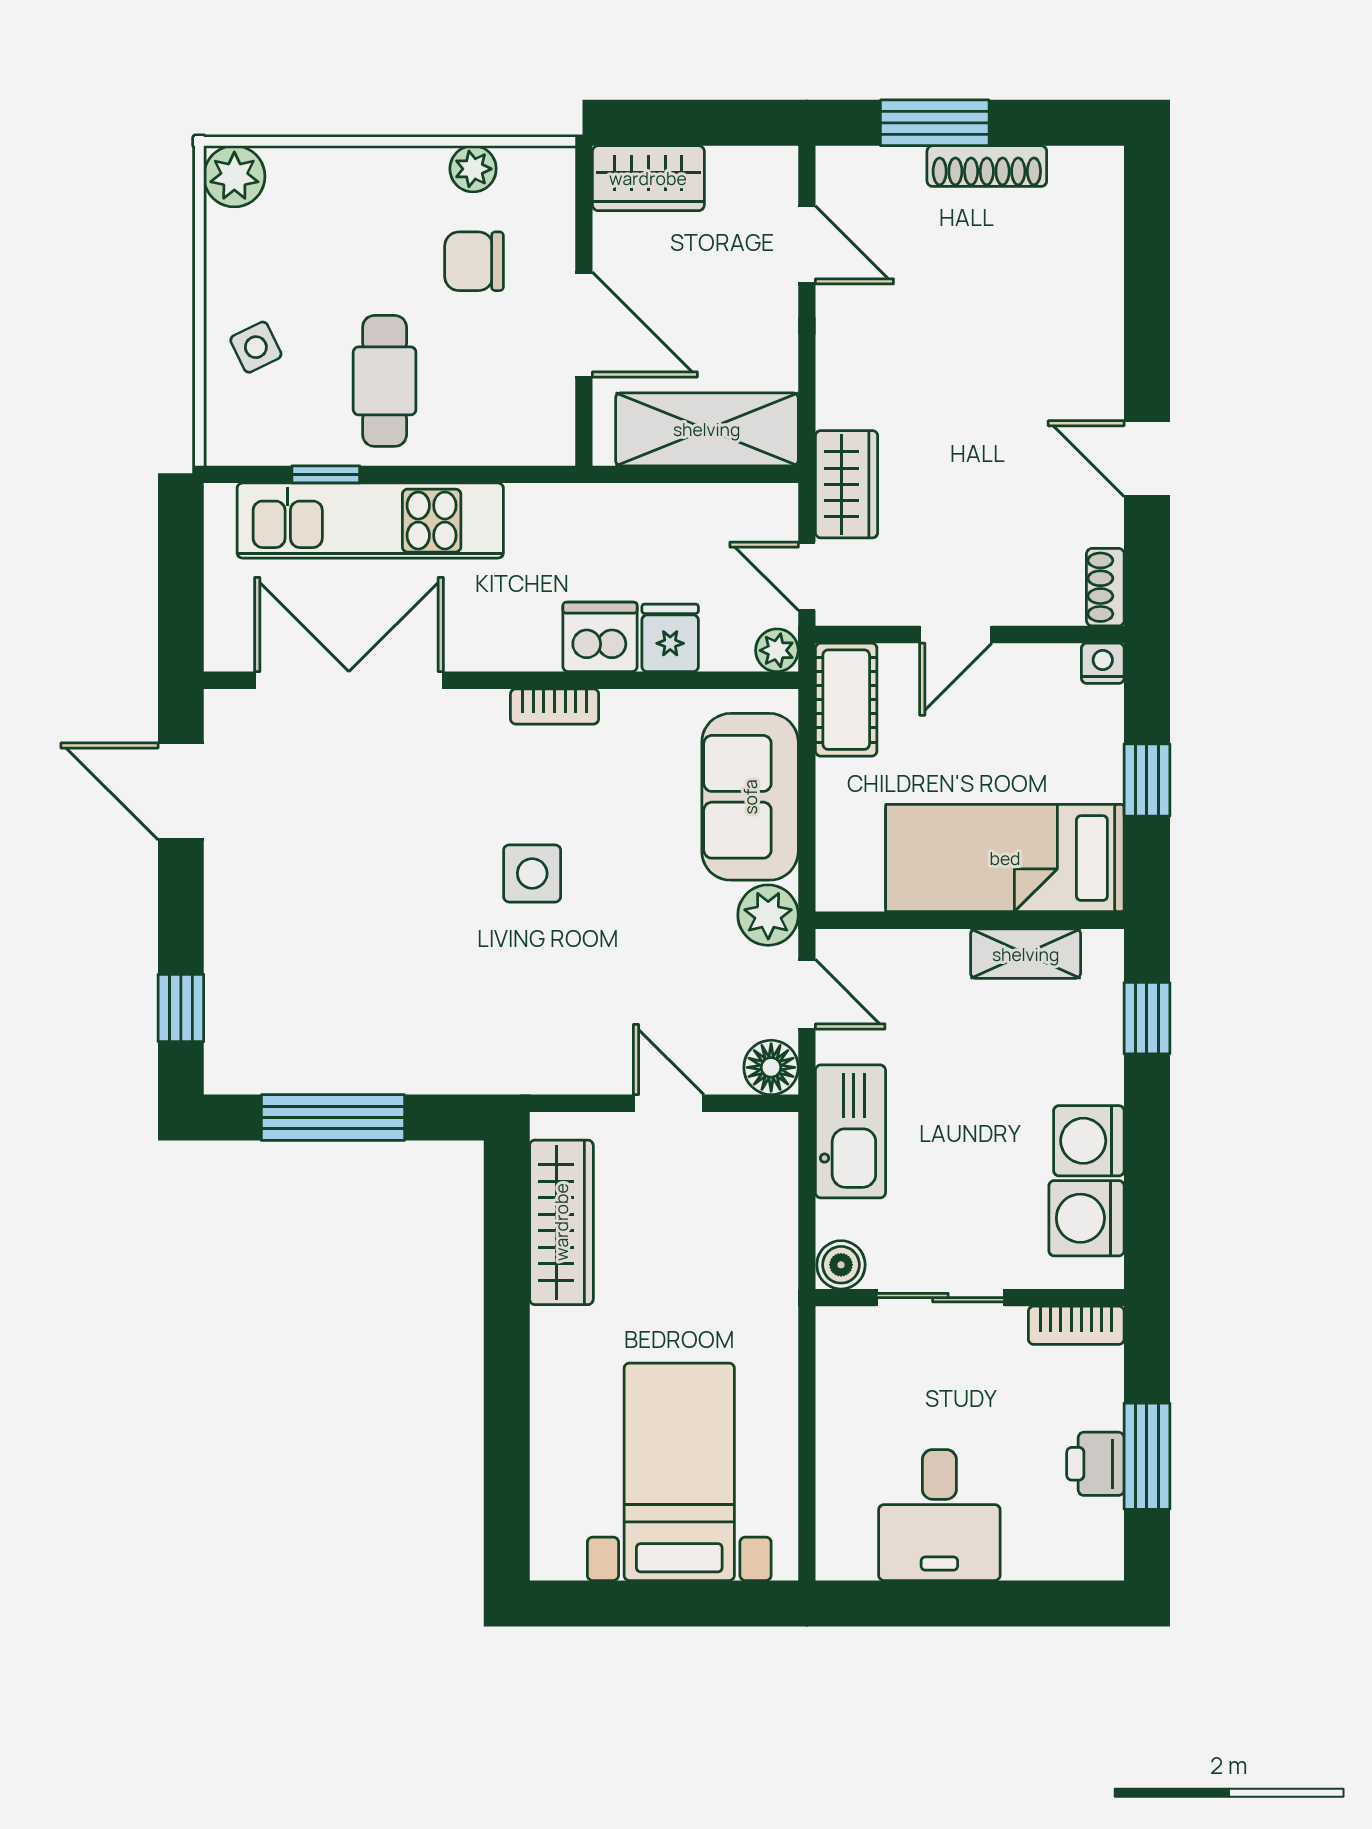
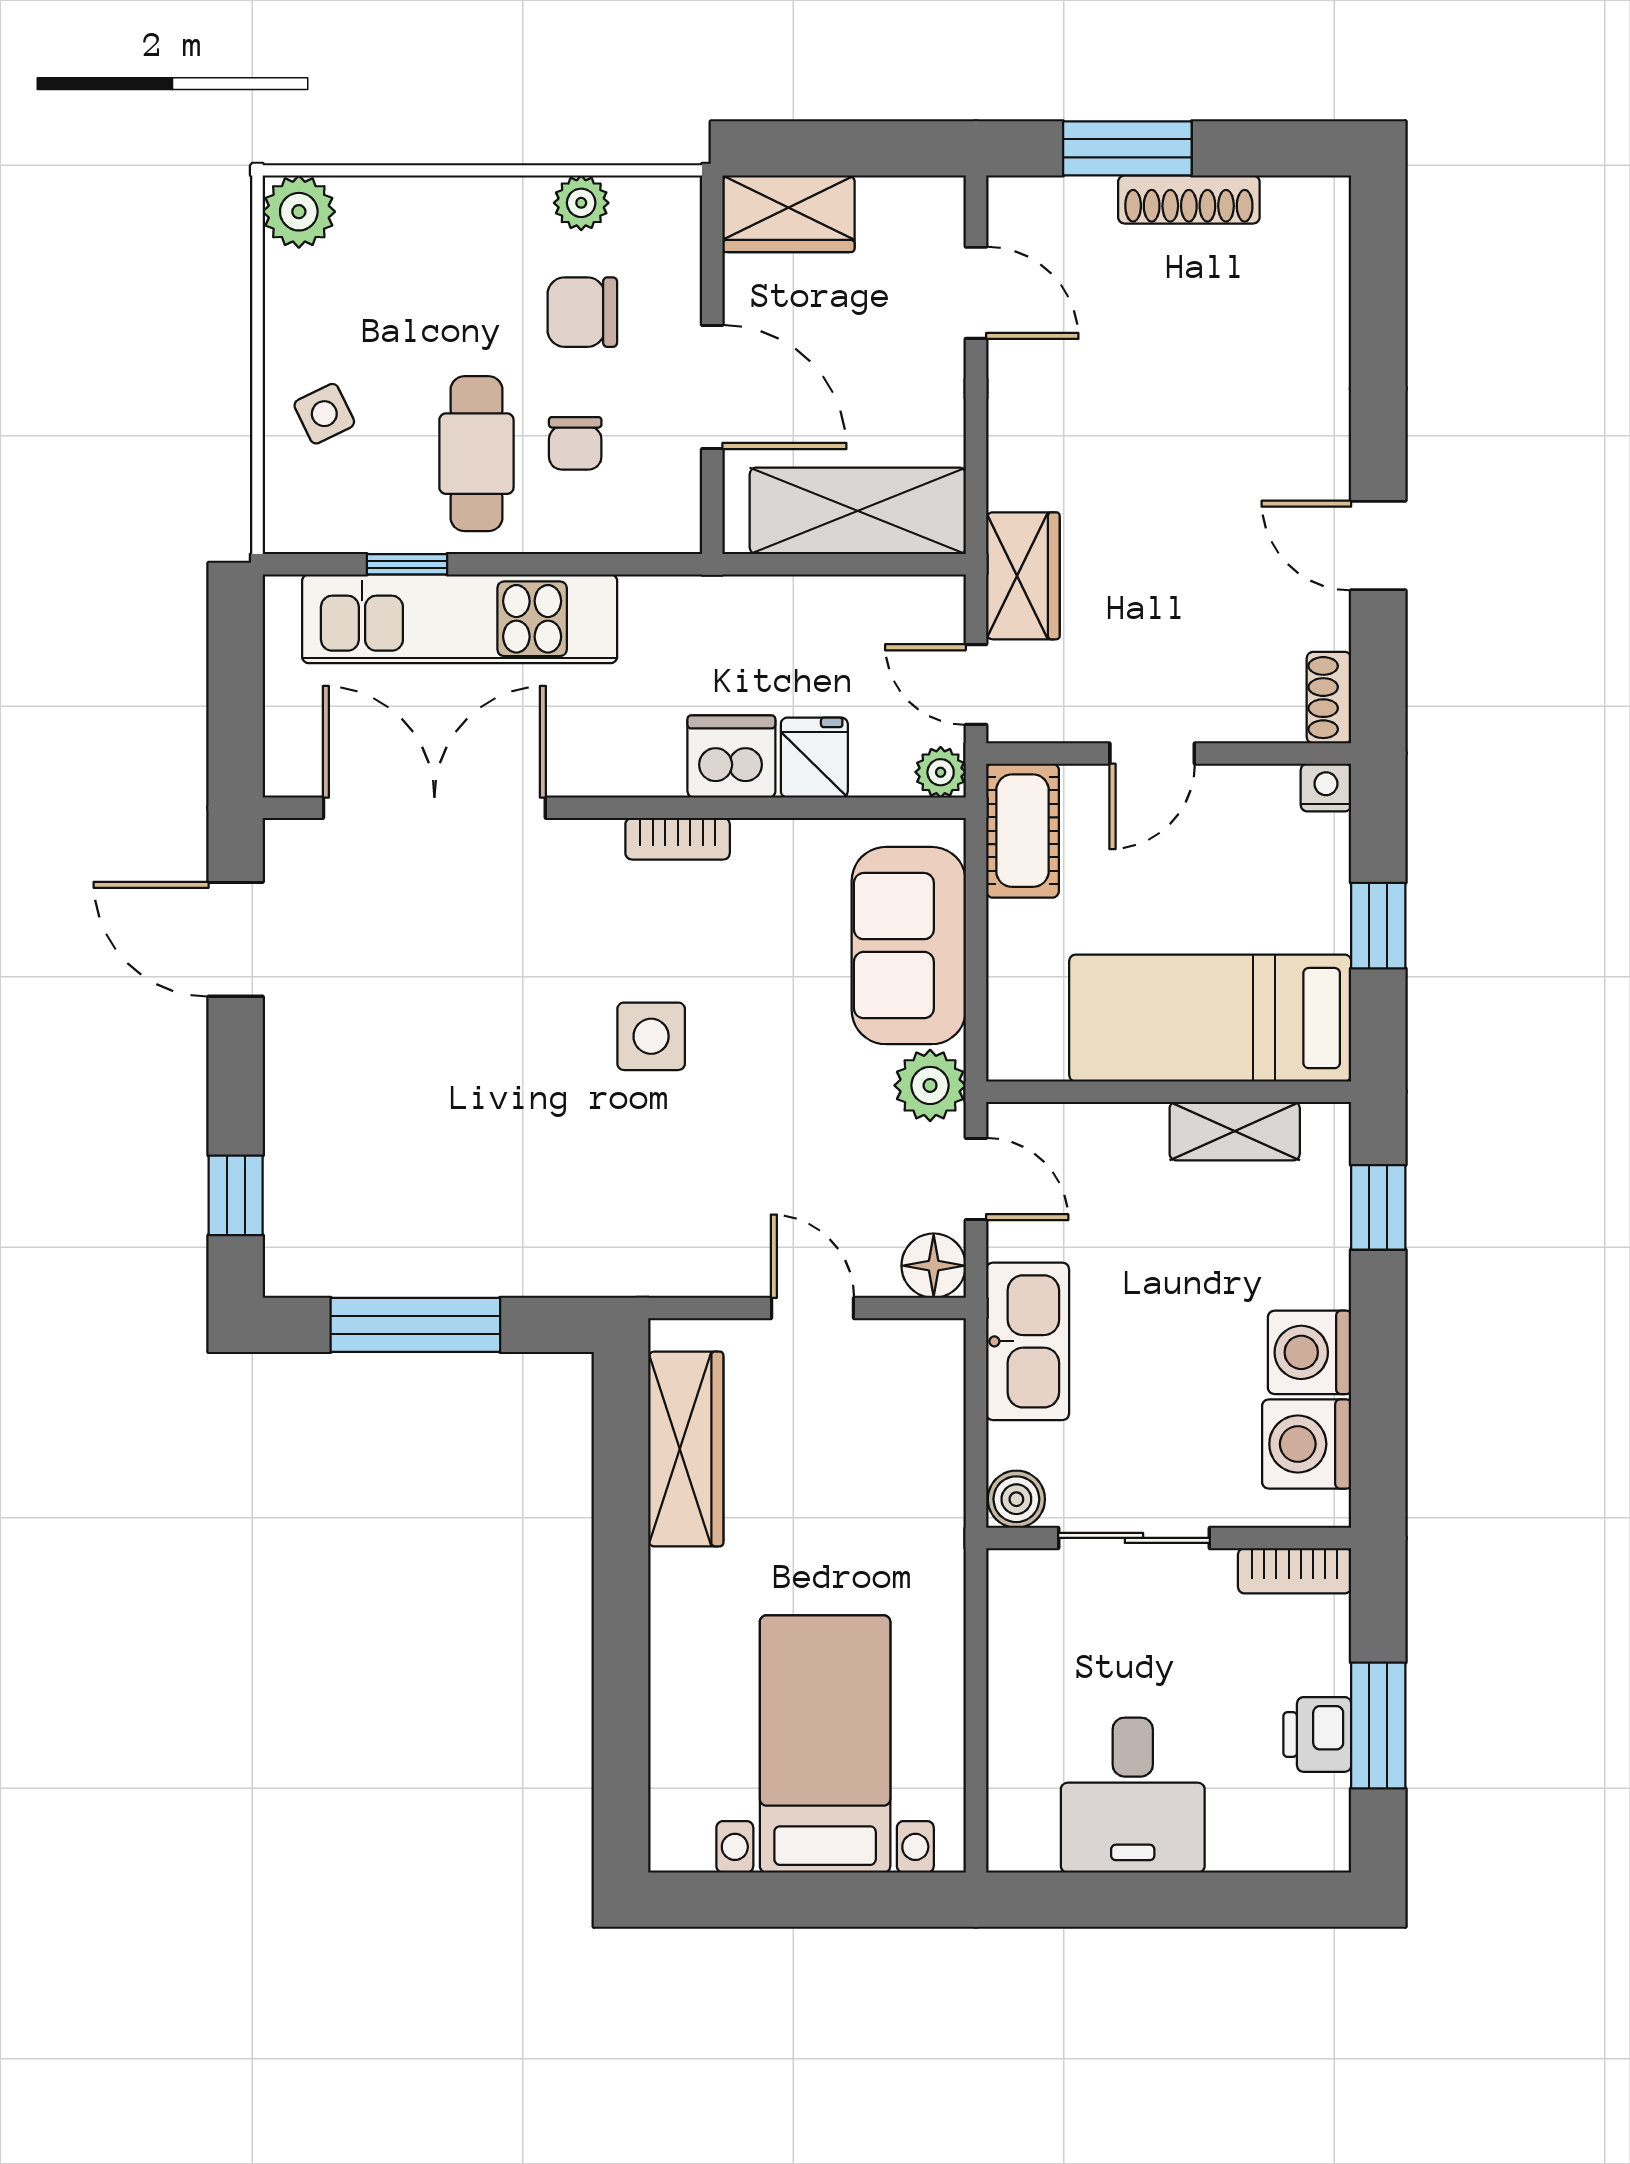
chair: (468, 372) -> (575, 443), added

